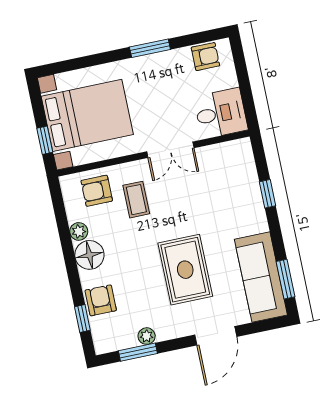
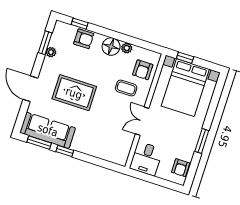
armchair: (97, 191) -> (143, 70), turned 180
window: (267, 194) -> (65, 151), moved

